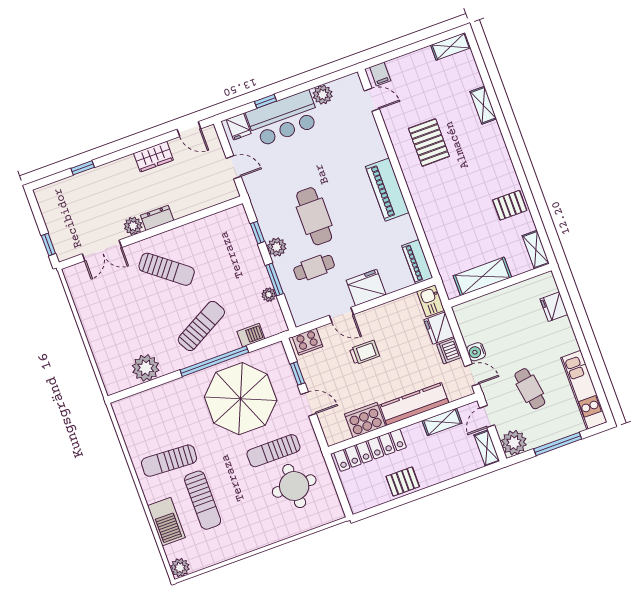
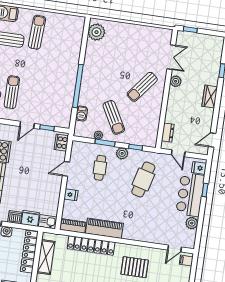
wardrobe: (153, 157) -> (210, 97), moved
door: (234, 167) -> (178, 153), hinge flipped
piano: (387, 190) -> (104, 228), moved
cafe table: (314, 216) -> (143, 179), moved, turned -75
dresser: (157, 218) -> (168, 133), moved
locker: (431, 221) -> (91, 245), added
double door: (102, 251) -> (171, 57), swing flipped
fridge: (366, 288) -> (71, 195), width x0.53, depth x0.75
locker: (487, 304) -> (29, 252), added
sun lounger: (201, 326) -> (114, 117), moved
trolley: (364, 352) -> (39, 171), removed
plant: (146, 368) -> (97, 32), moved
parasol: (241, 399) -> (50, 89), removed

